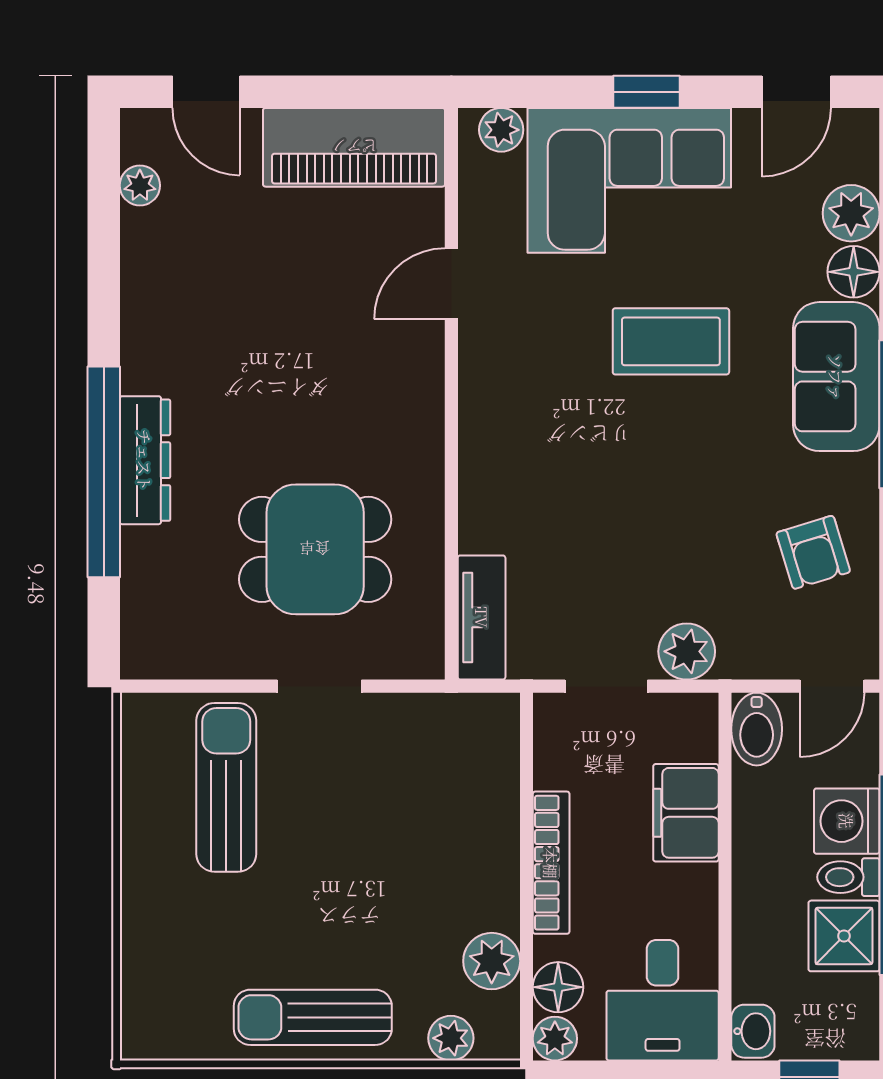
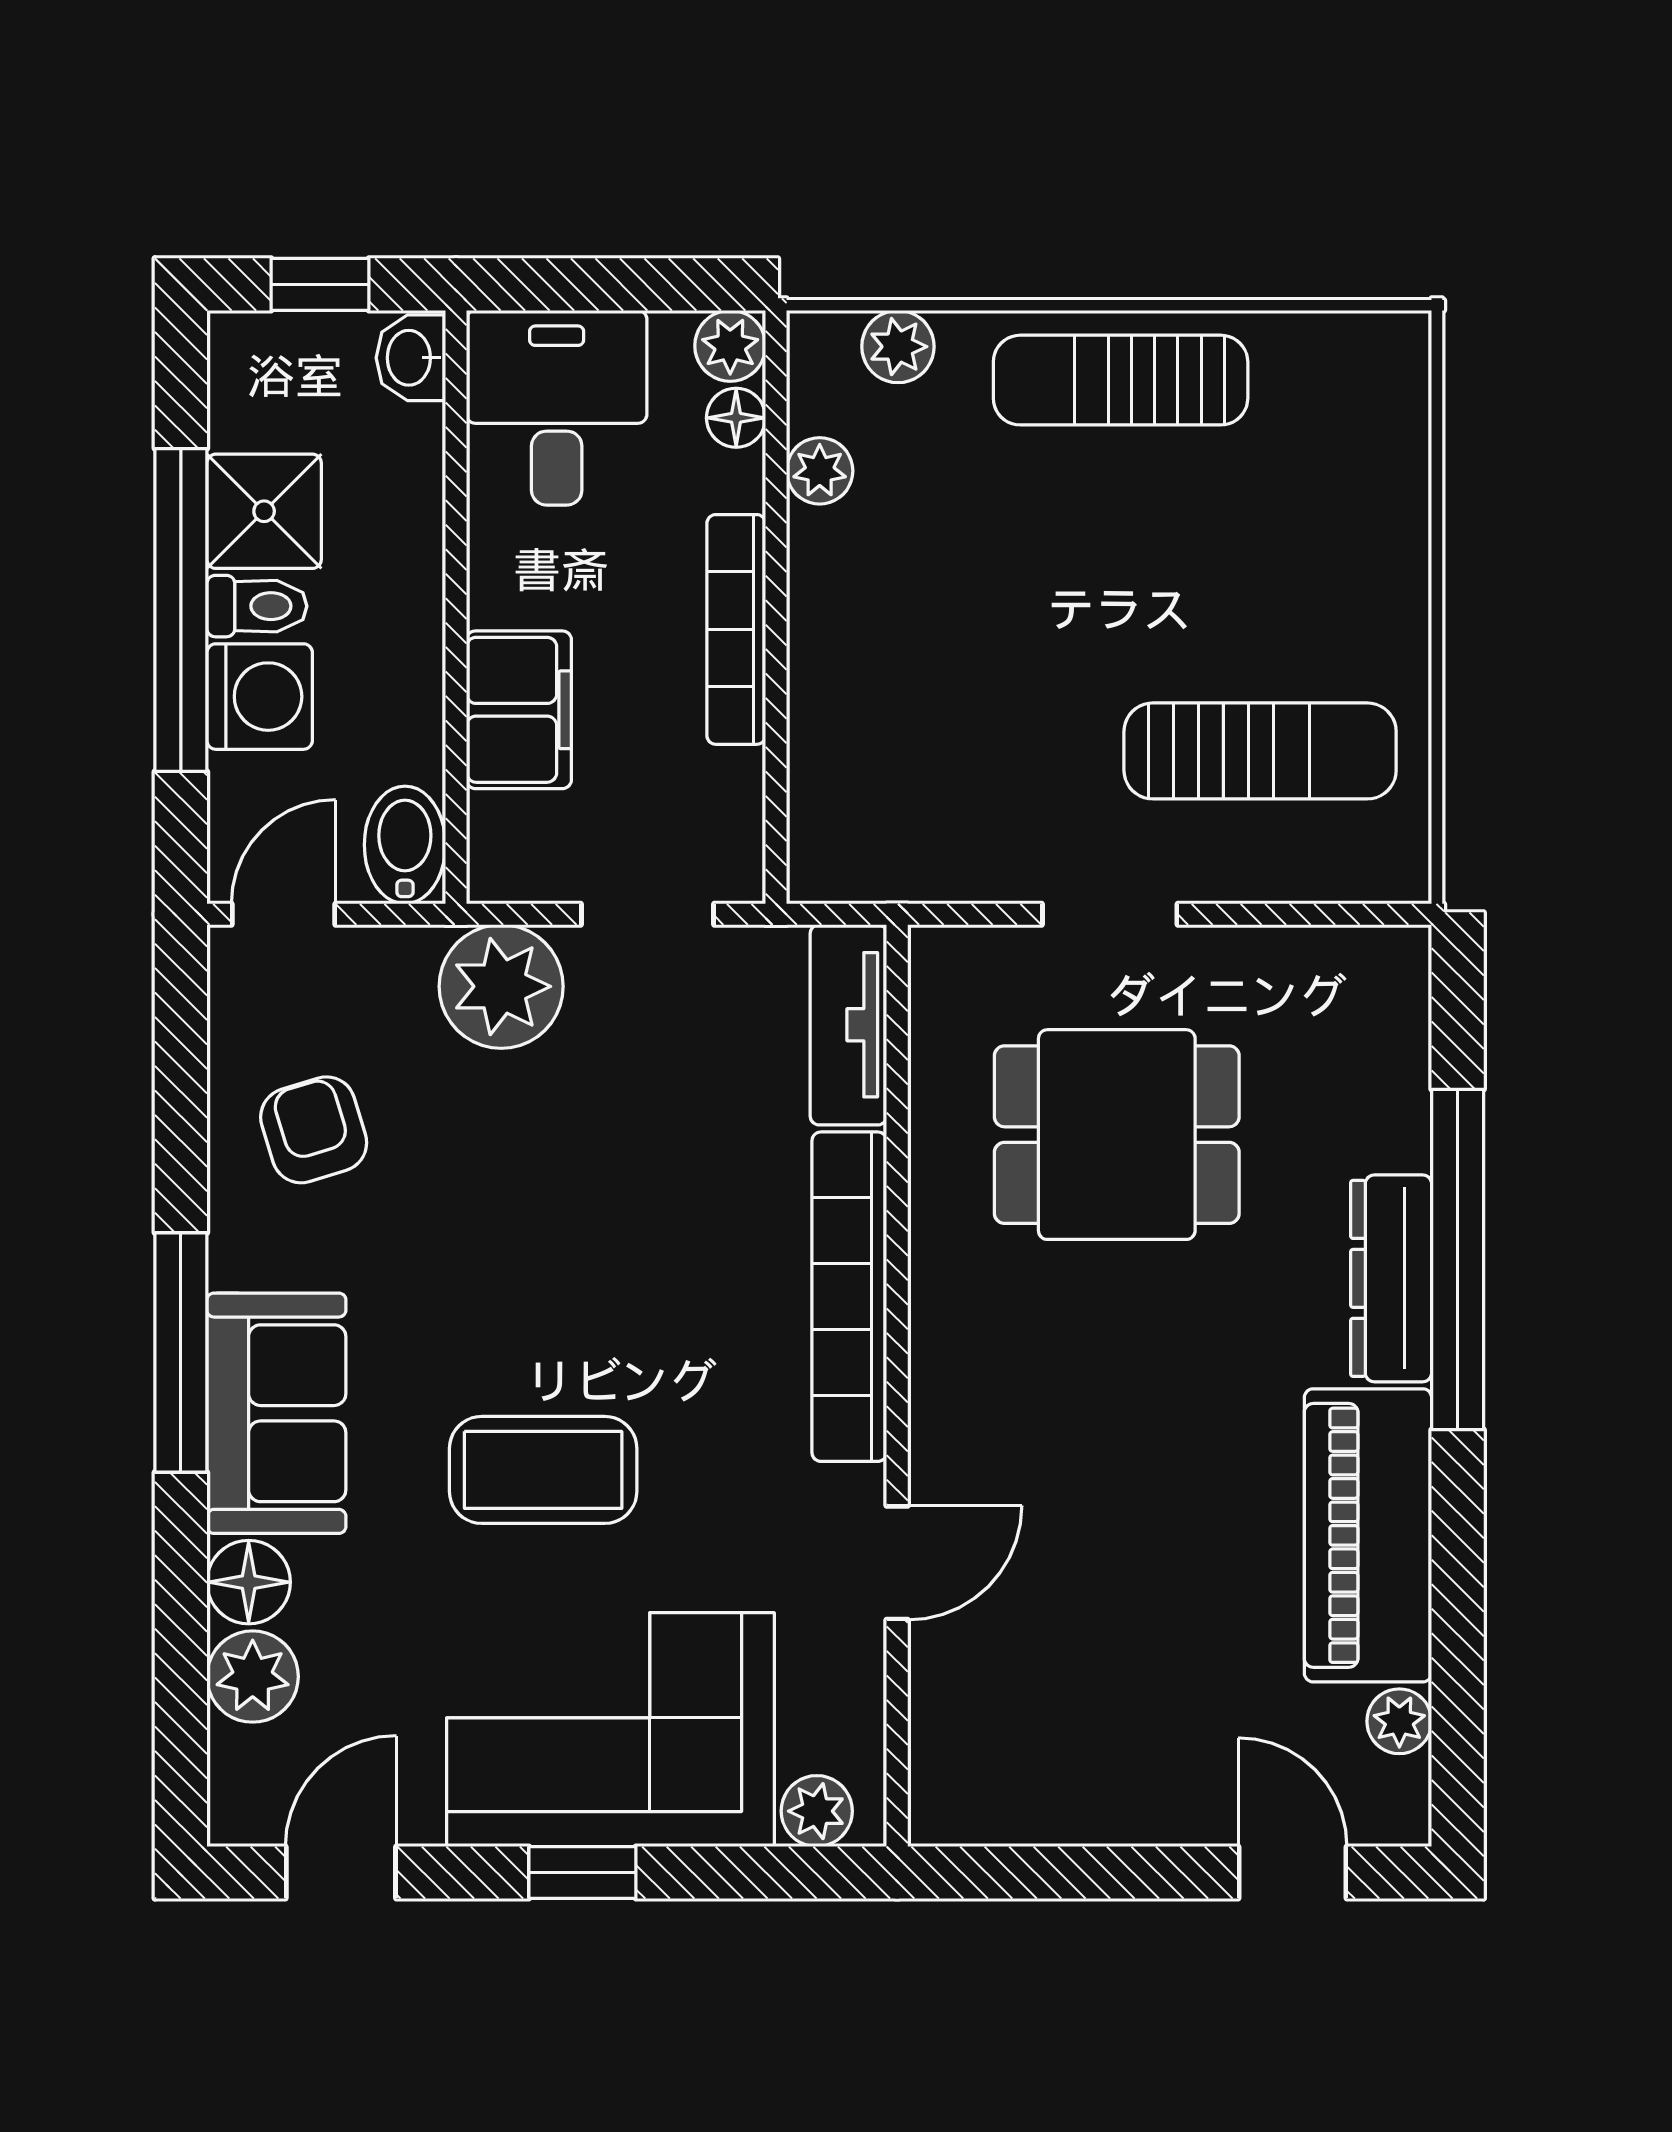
piano: (354, 147) -> (1368, 1535), moved, turned -90
bookcase: (481, 449) -> (849, 1297), added
plant: (687, 651) -> (501, 986), width x1.36, depth x1.36
sun lounger: (226, 787) -> (1260, 751), turned -90
plant: (492, 961) -> (820, 471), width x0.73, depth x0.73
floor lamp: (558, 987) -> (736, 418), width x0.73, depth x0.73
sun lounger: (313, 1017) -> (1121, 380), turned 180

